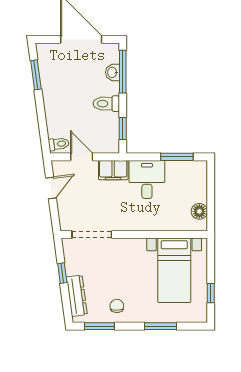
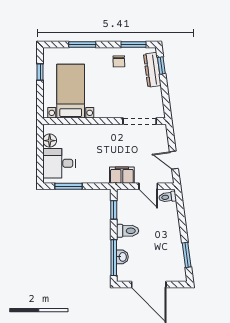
desk: (147, 179) -> (59, 163), moved, turned 90
door: (51, 188) -> (174, 160), hinge flipped
window: (62, 273) -> (161, 66), moved

